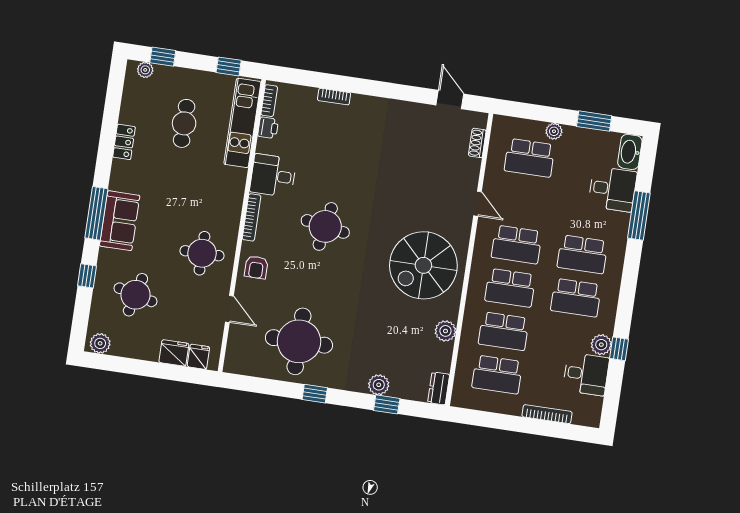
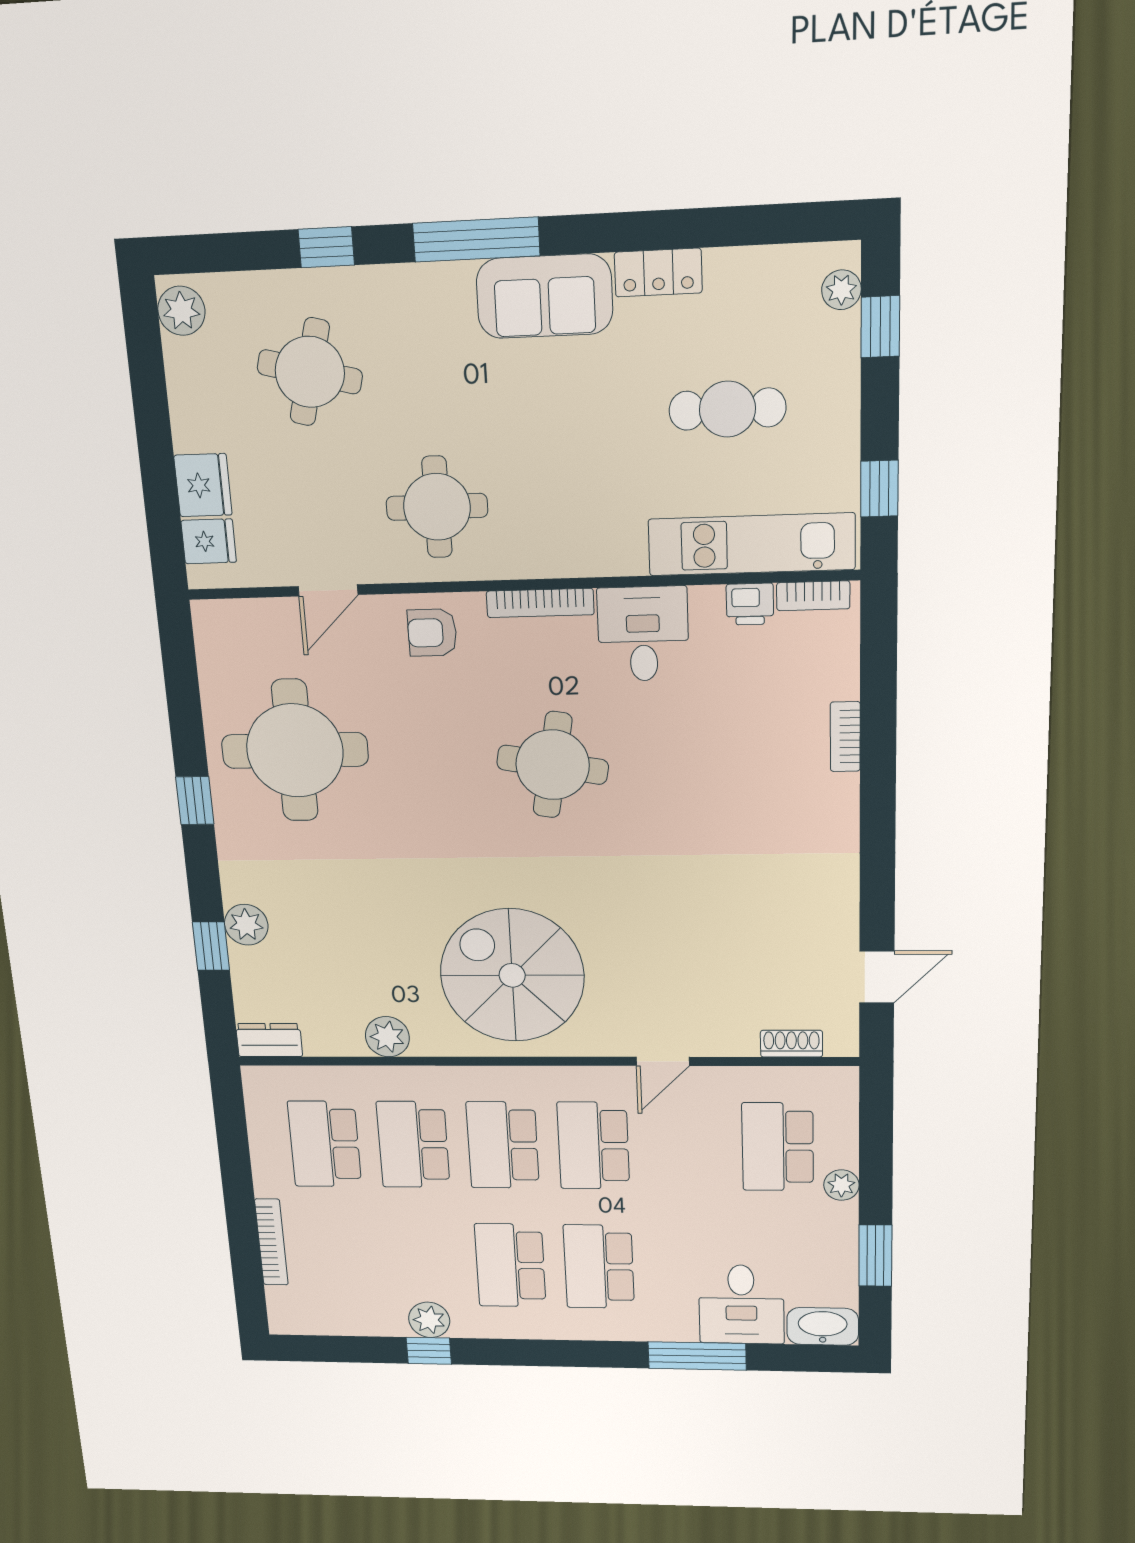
sofa: (120, 221) -> (544, 296), moved
desk: (586, 374) -> (366, 1300), removed

